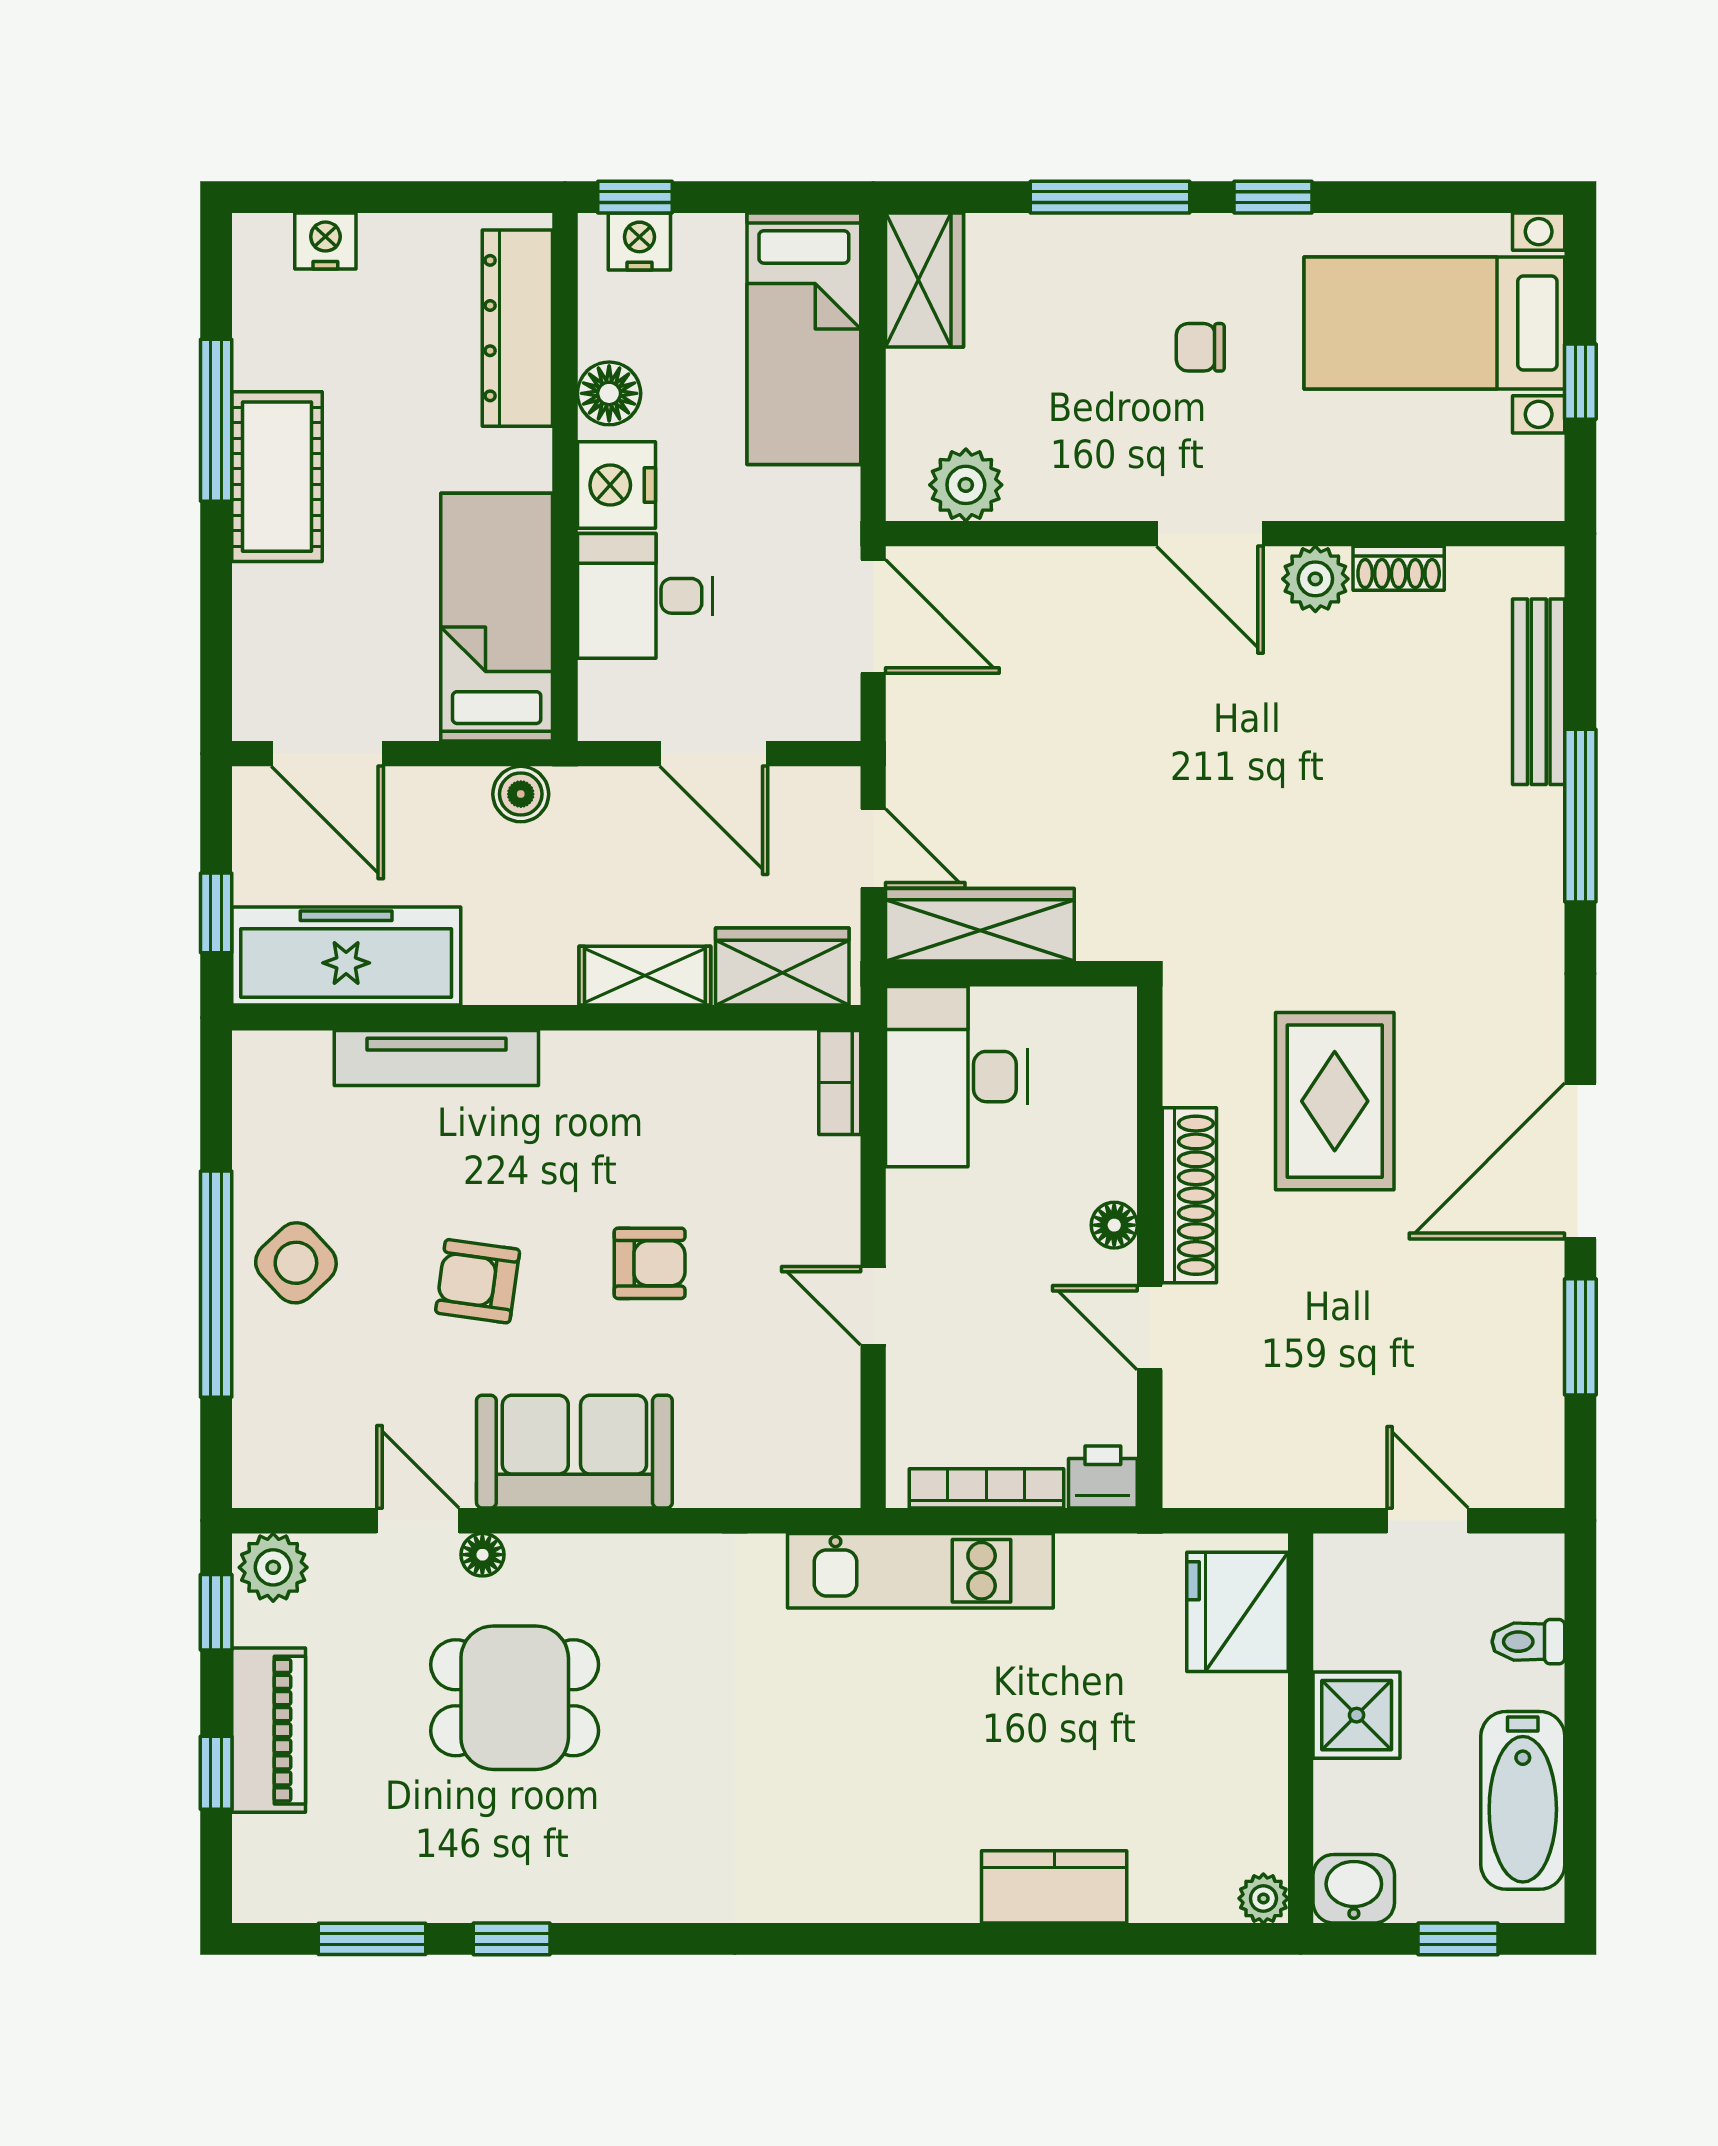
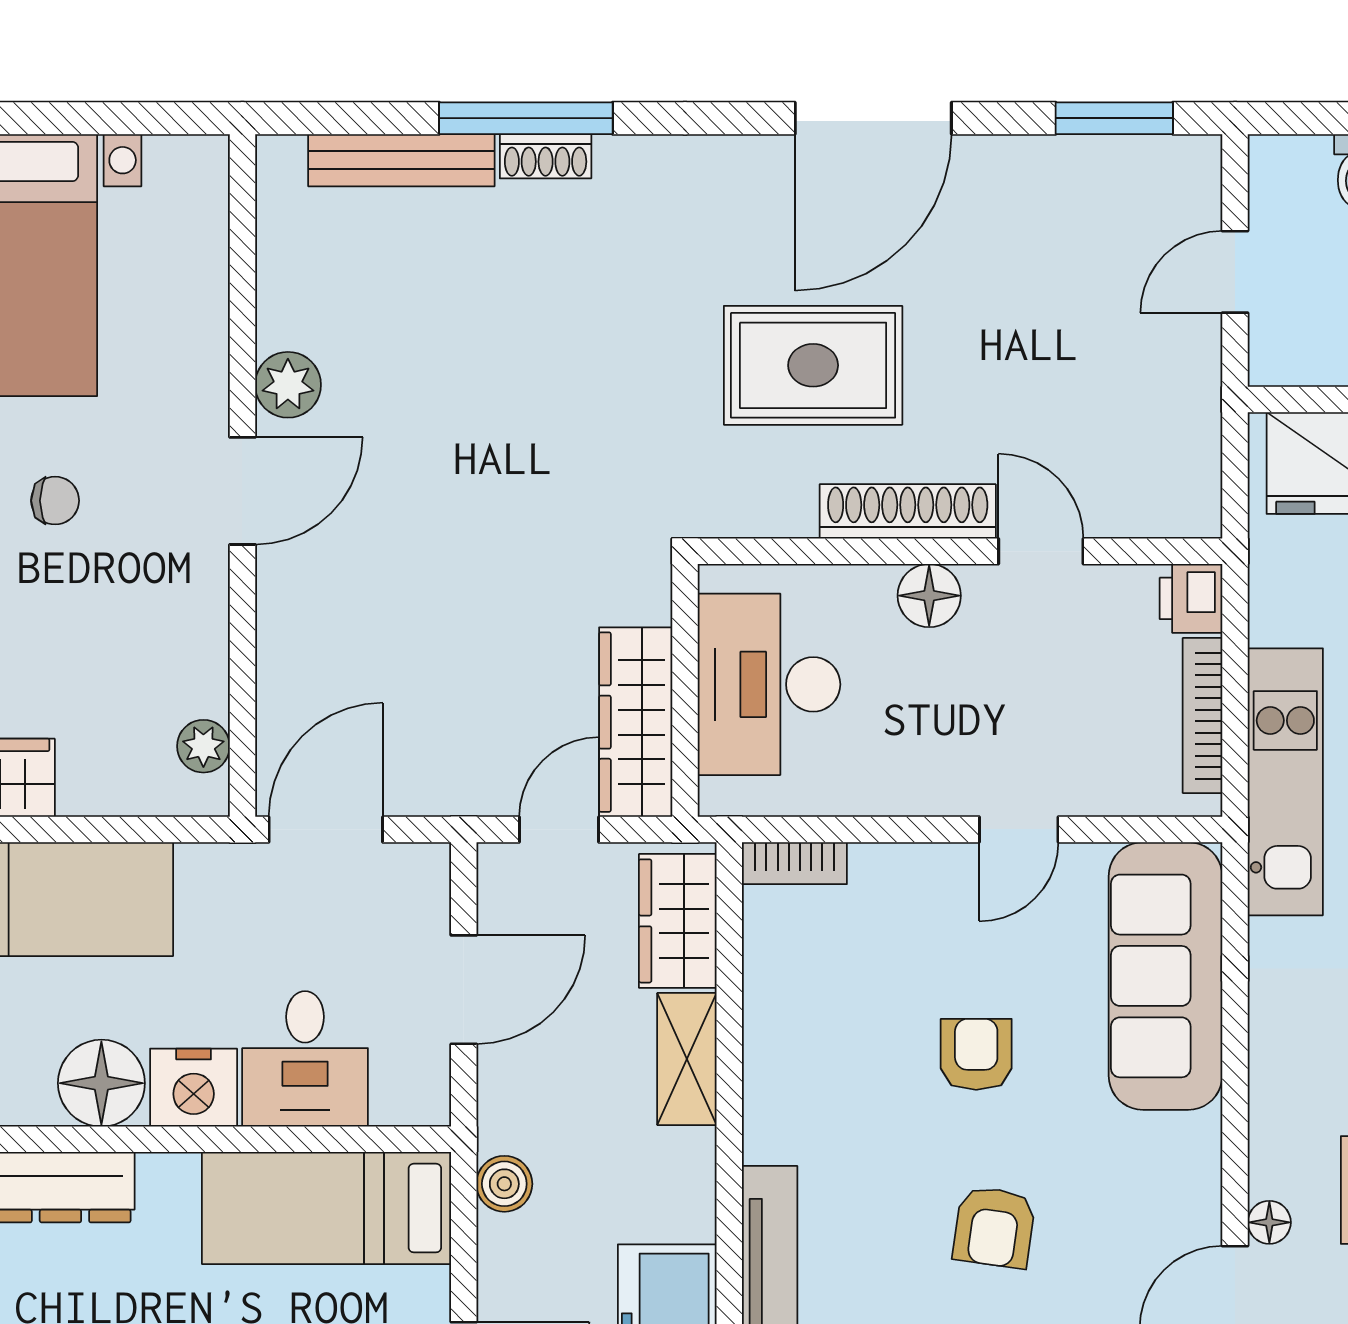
chair: (1200, 347) -> (55, 501), turned -90
window: (1580, 382) -> (90, 118), removed
floor lamp: (609, 393) -> (101, 1083), width x1.38, depth x1.38
plant: (966, 485) -> (203, 746), width x0.73, depth x0.73
shoe rack: (1399, 568) -> (546, 156), moved, turned 90
desk: (957, 1077) -> (769, 684), moved, turned 90
door: (1580, 1161) -> (873, 118), hinge flipped
floor lamp: (1114, 1225) -> (929, 596), width x1.37, depth x1.37
door: (1150, 1328) -> (1041, 551), swing flipped
window: (1580, 1337) -> (1114, 118), moved
sofa: (574, 1452) -> (1166, 976), moved, width x1.36

